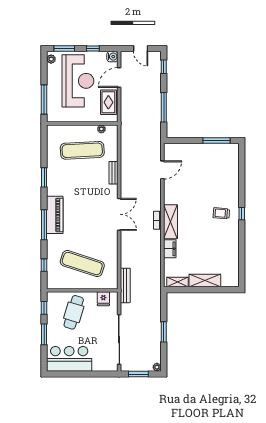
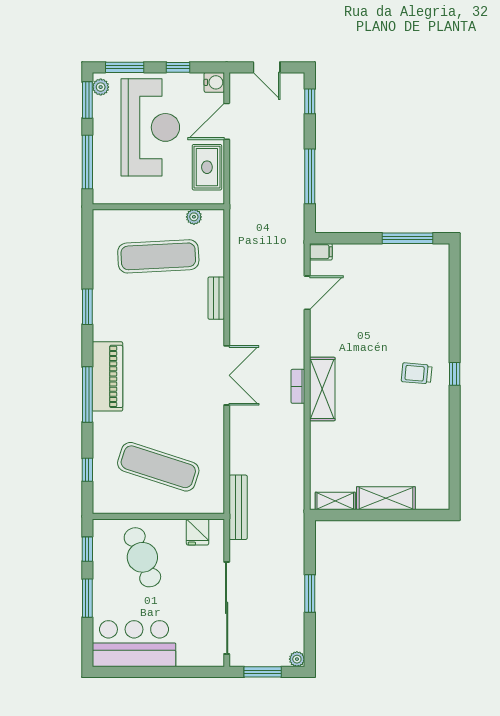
window: (44, 66) -> (87, 100), added
filing cabinet: (170, 249) -> (321, 252), moved, width x0.50
cafe table: (74, 312) -> (142, 557), turned -38

